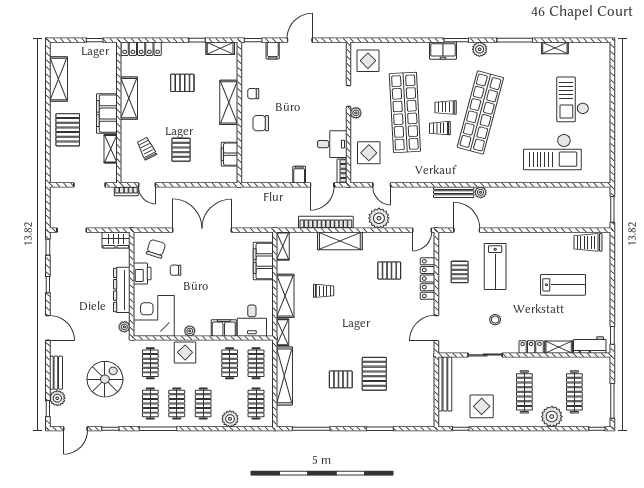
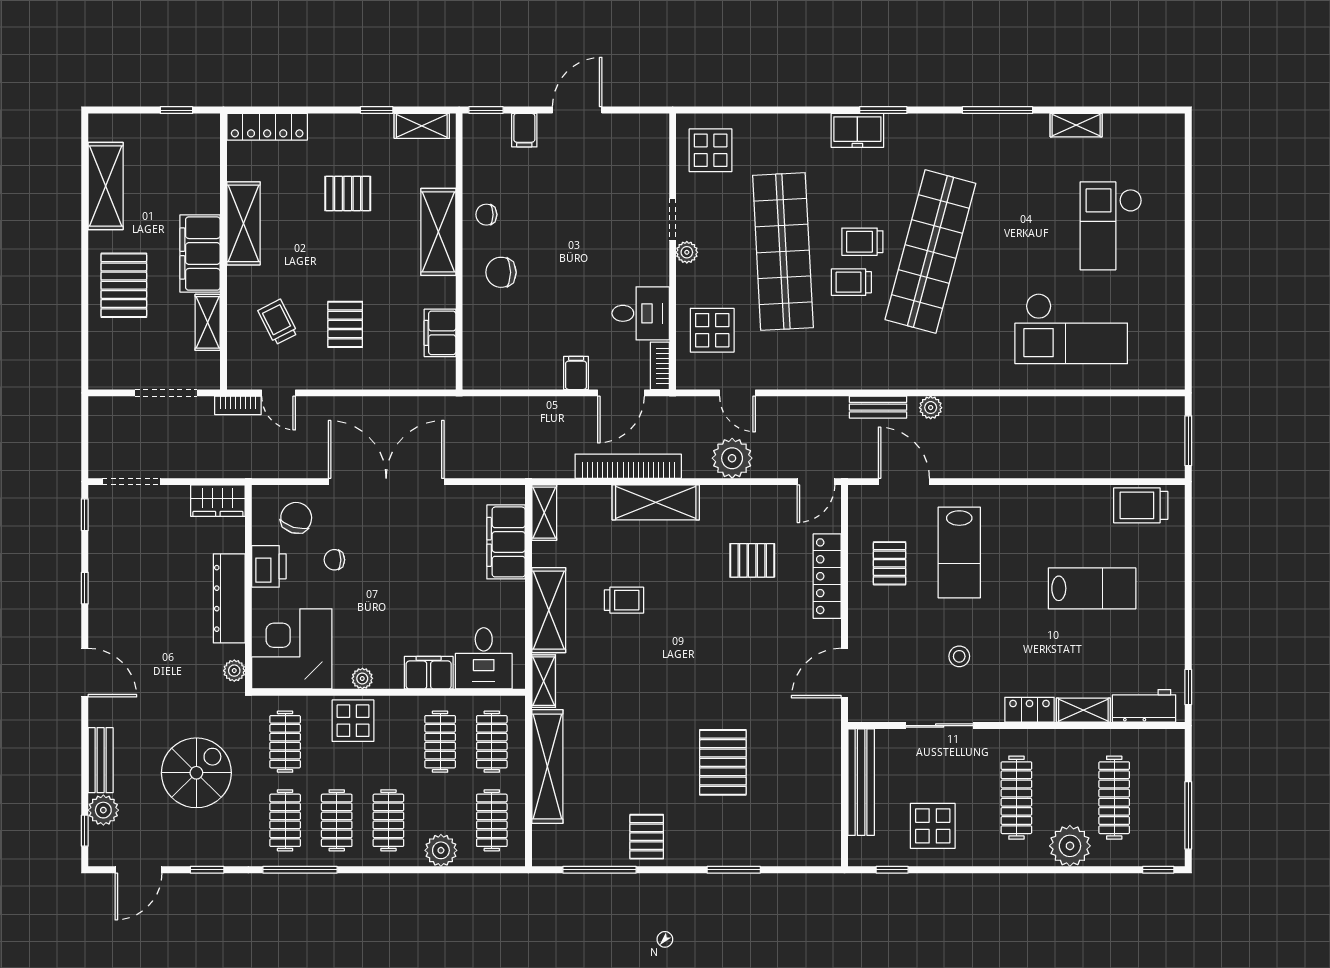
plant: (480, 49) -> (929, 128), removed
bench: (454, 192) -> (878, 407), width x0.73
pallet: (341, 379) -> (647, 837), moved, turned 90

